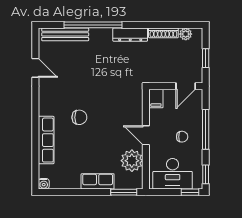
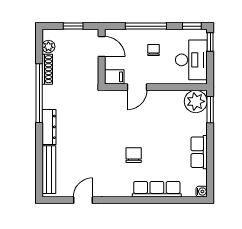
window: (93, 25) -> (39, 93), moved
dresser: (130, 35) -> (49, 127), moved
door: (146, 135) -> (137, 87), moved
plant: (132, 161) -> (196, 101), moved
row of seats: (98, 181) -> (199, 152), moved

